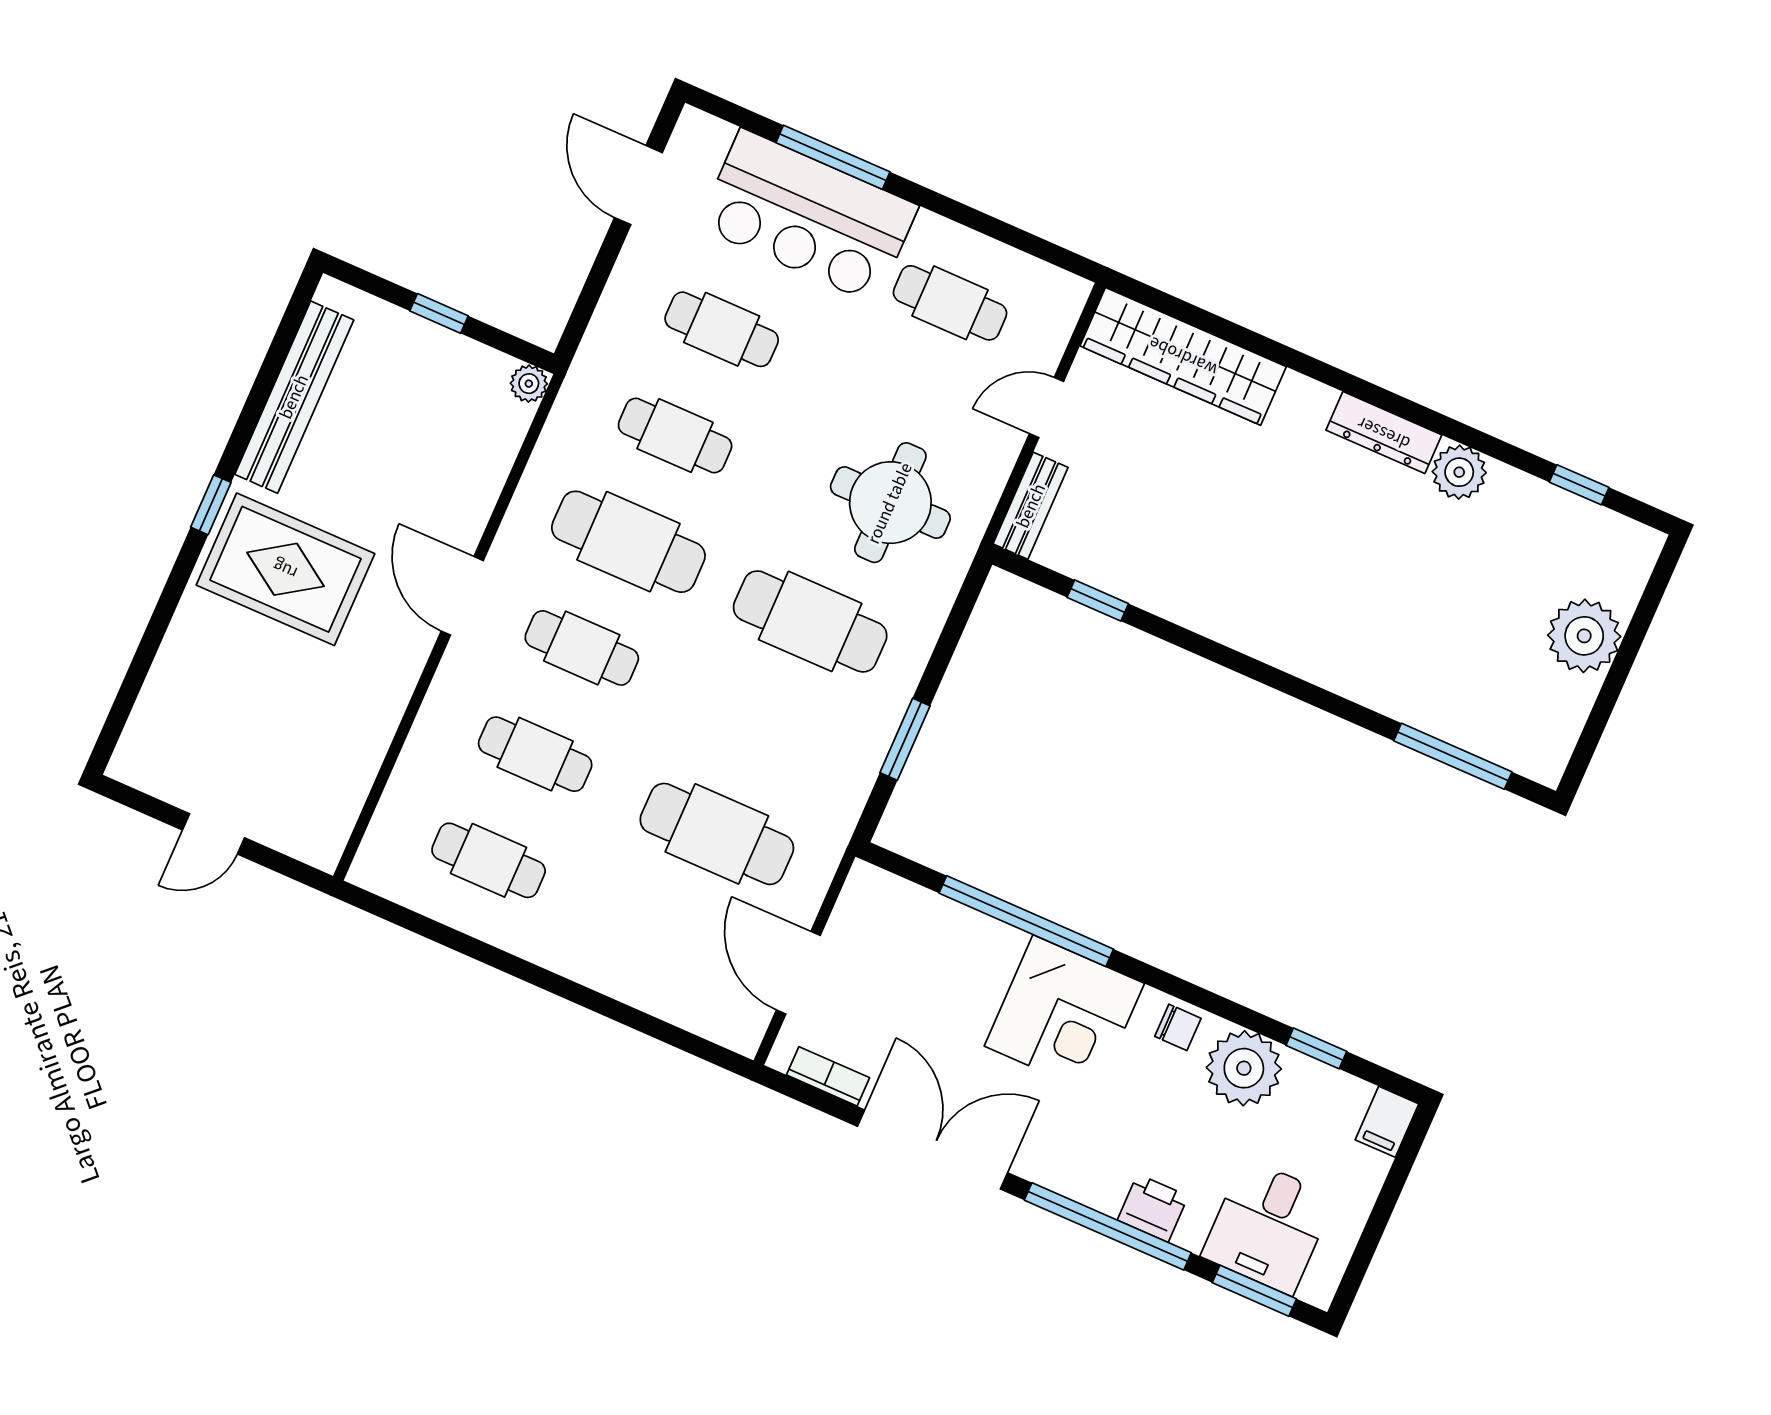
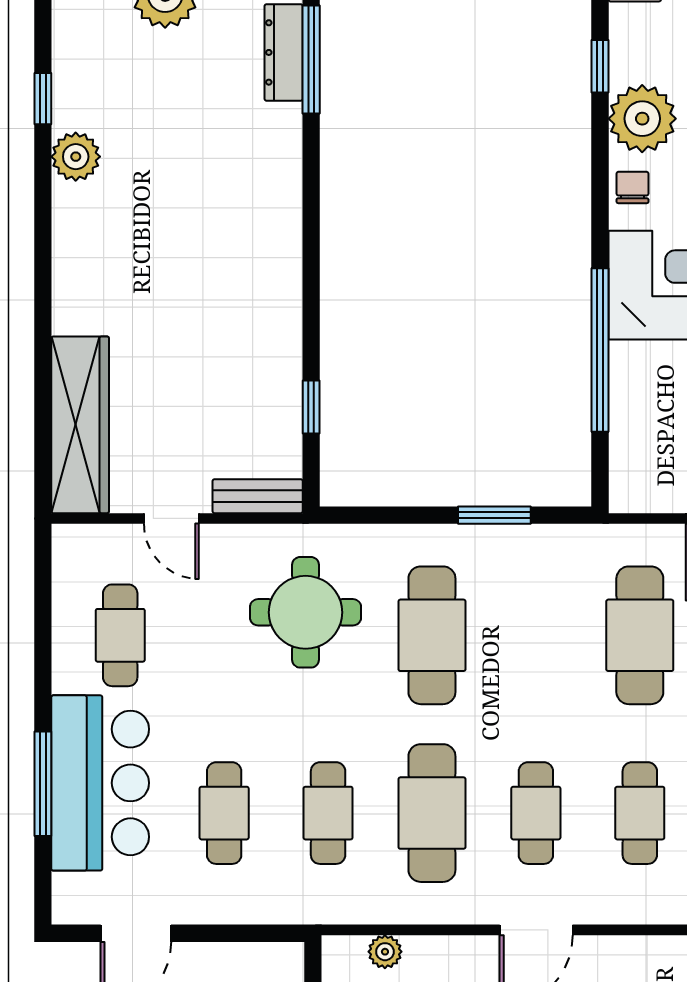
plant: (529, 384) -> (385, 952), moved
dresser: (1384, 433) -> (284, 52), moved, turned 180
window: (1579, 485) -> (43, 99), moved

